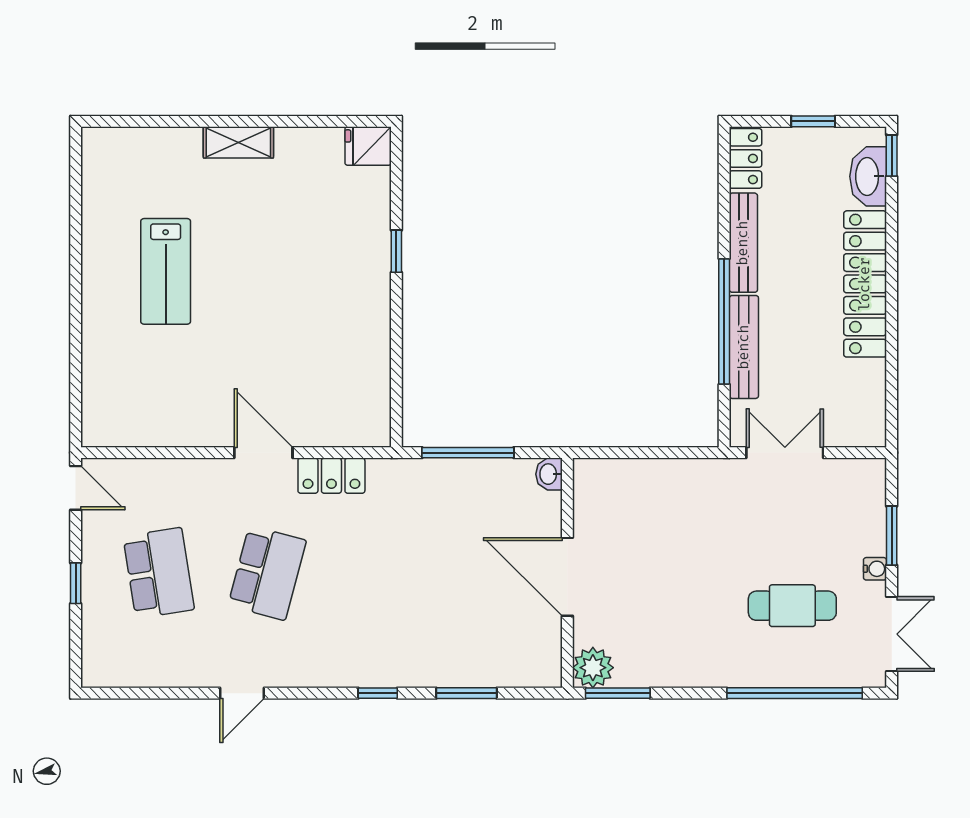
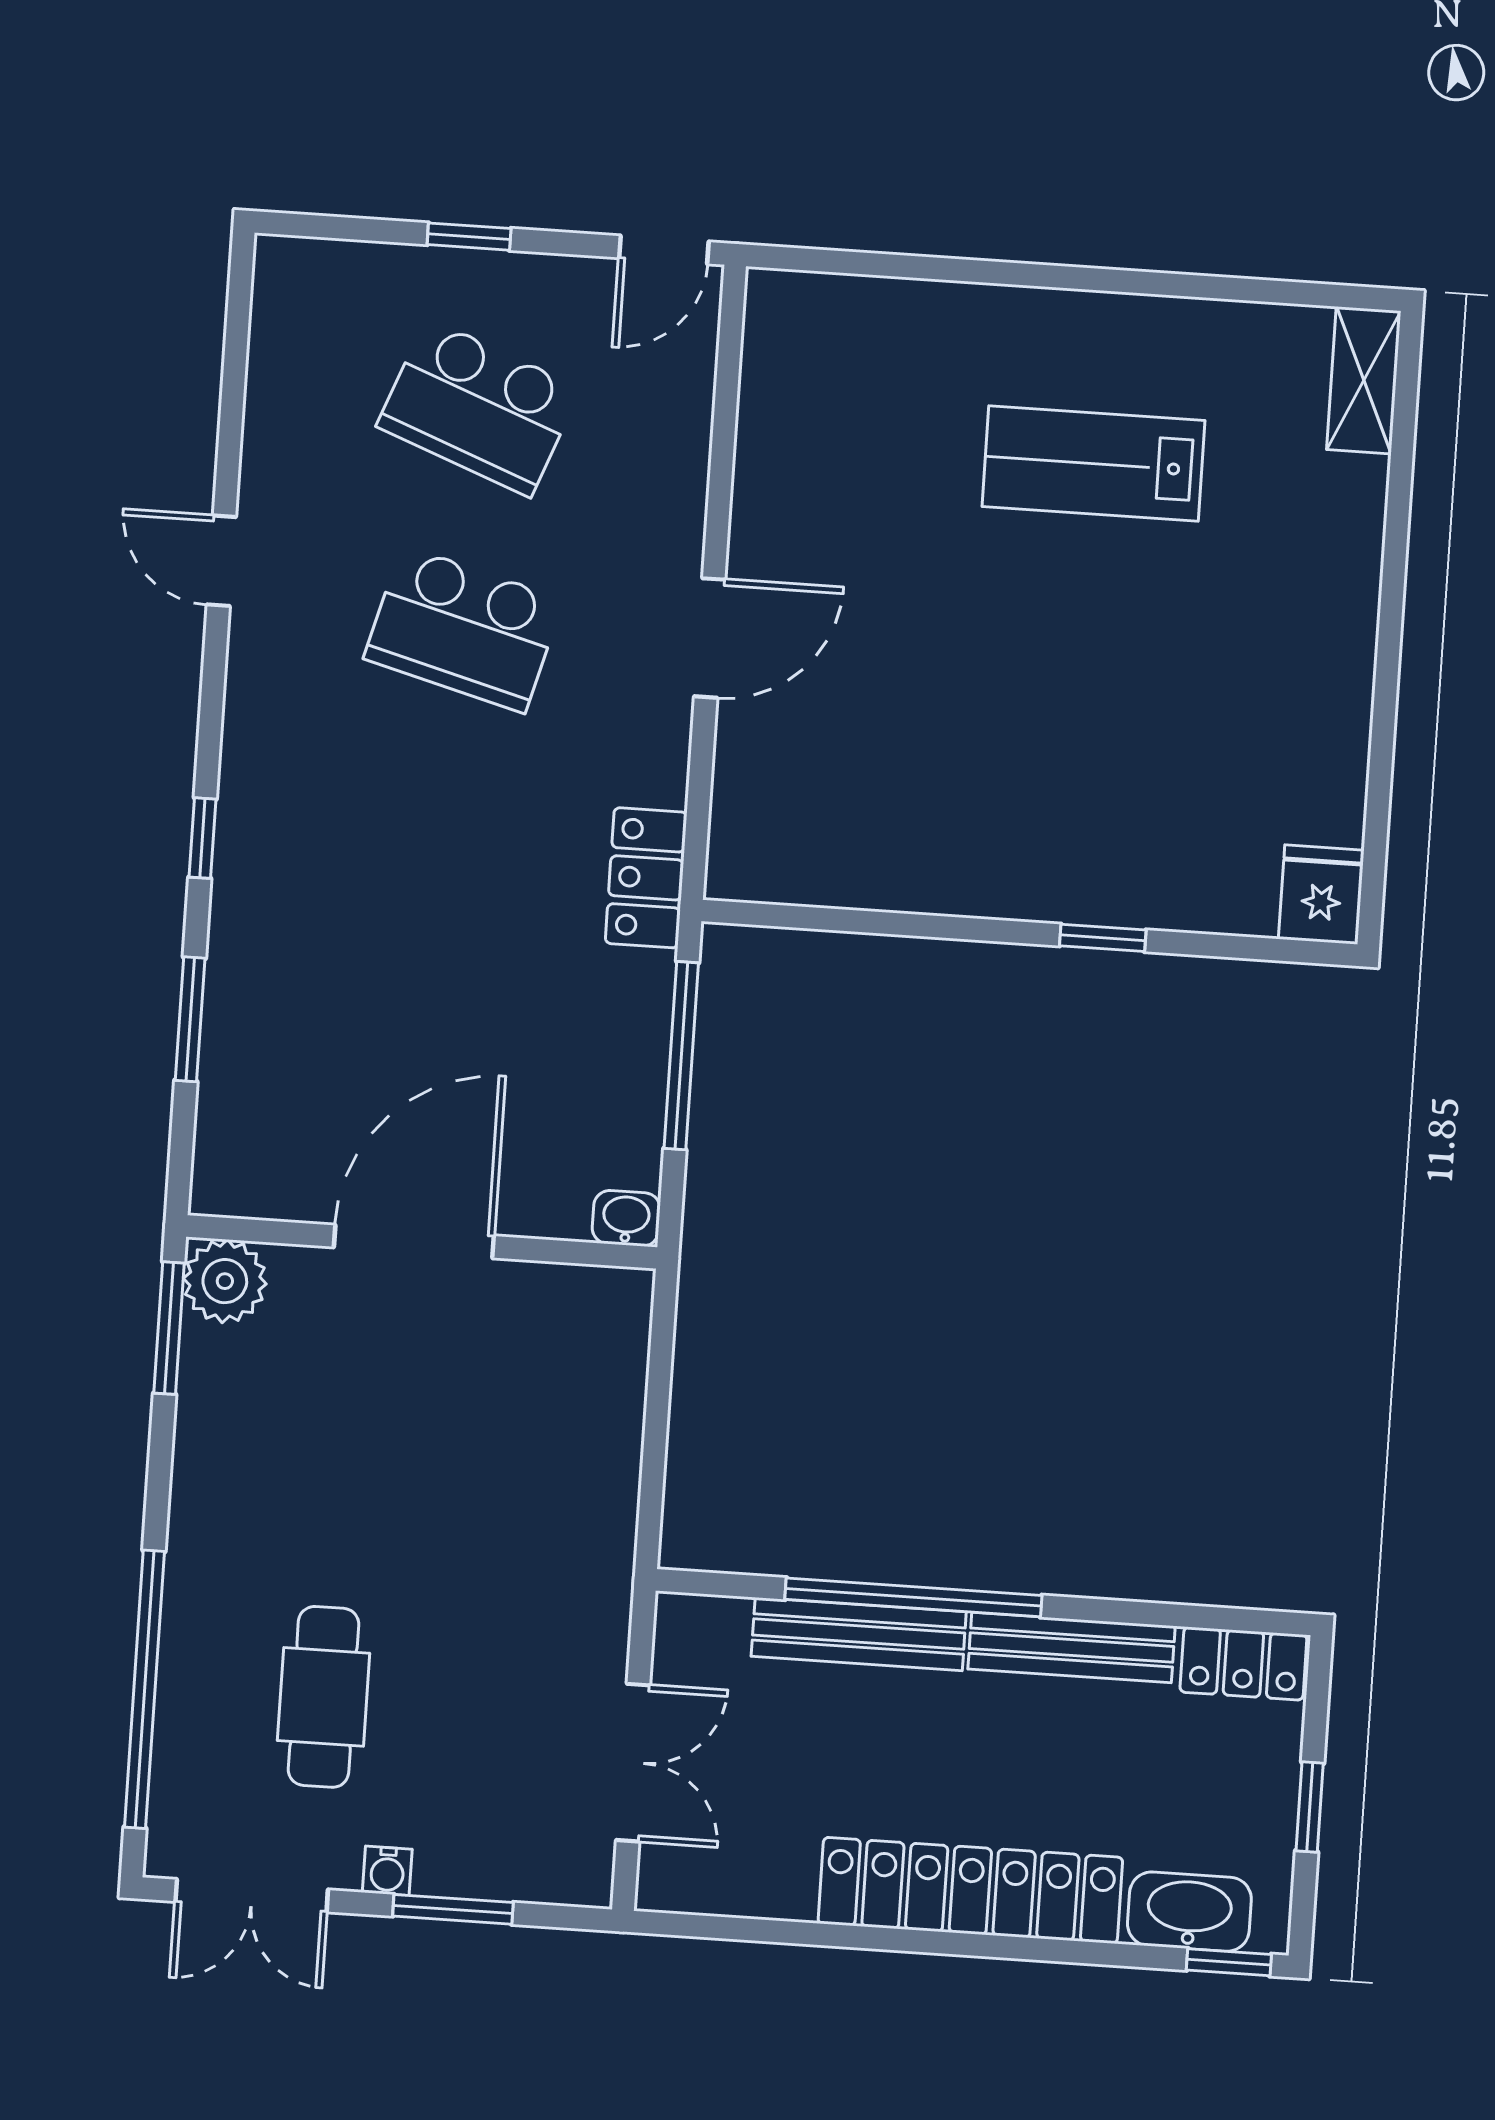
shelving: (238, 142) -> (1364, 380), moved
double door: (785, 453) -> (633, 1763), moved
locker: (331, 476) -> (646, 878), moved
school desk: (159, 573) -> (479, 407), turned 30

